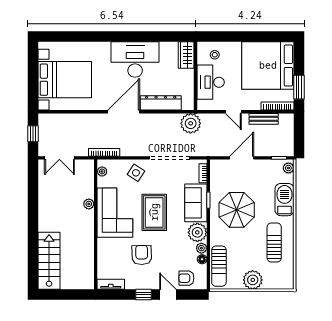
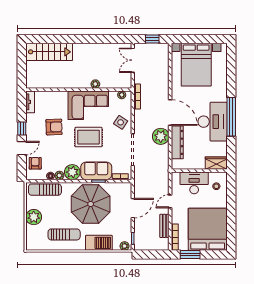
window: (129, 36) -> (231, 117), added
plant: (191, 123) -> (161, 136), moved
door: (242, 158) -> (133, 208), hinge flipped
parasol: (237, 210) -> (91, 204), width x1.36, depth x1.36

